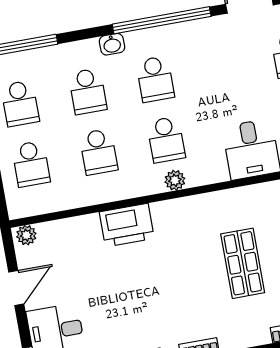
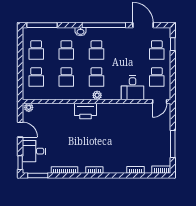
printer: (127, 225) -> (85, 111), moved
shop shelf: (243, 263) -> (120, 136), removed
door: (16, 288) -> (20, 130), hinge flipped

